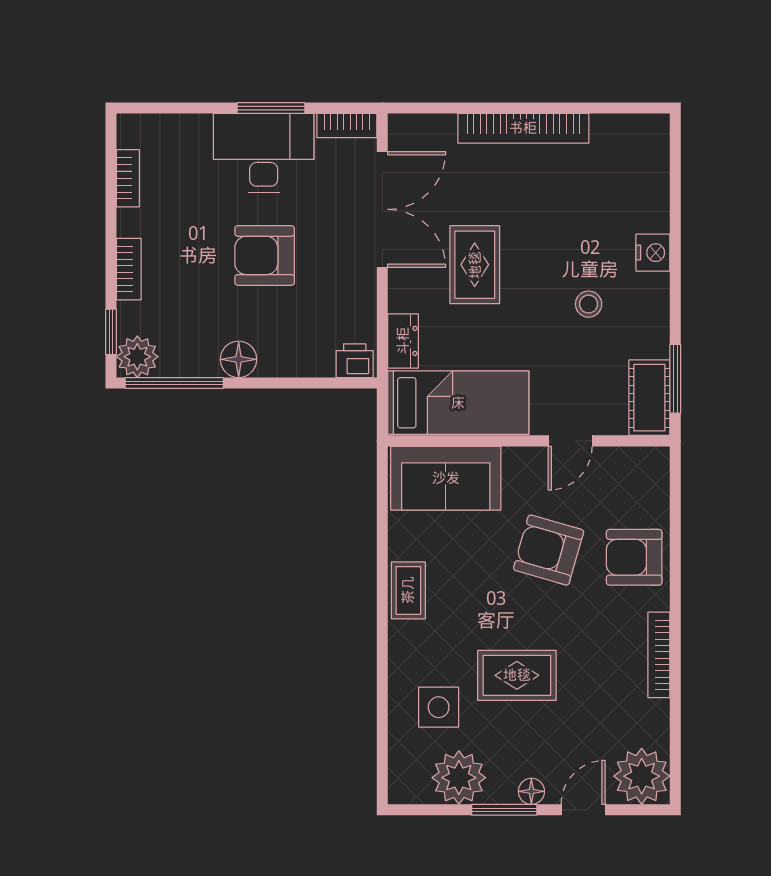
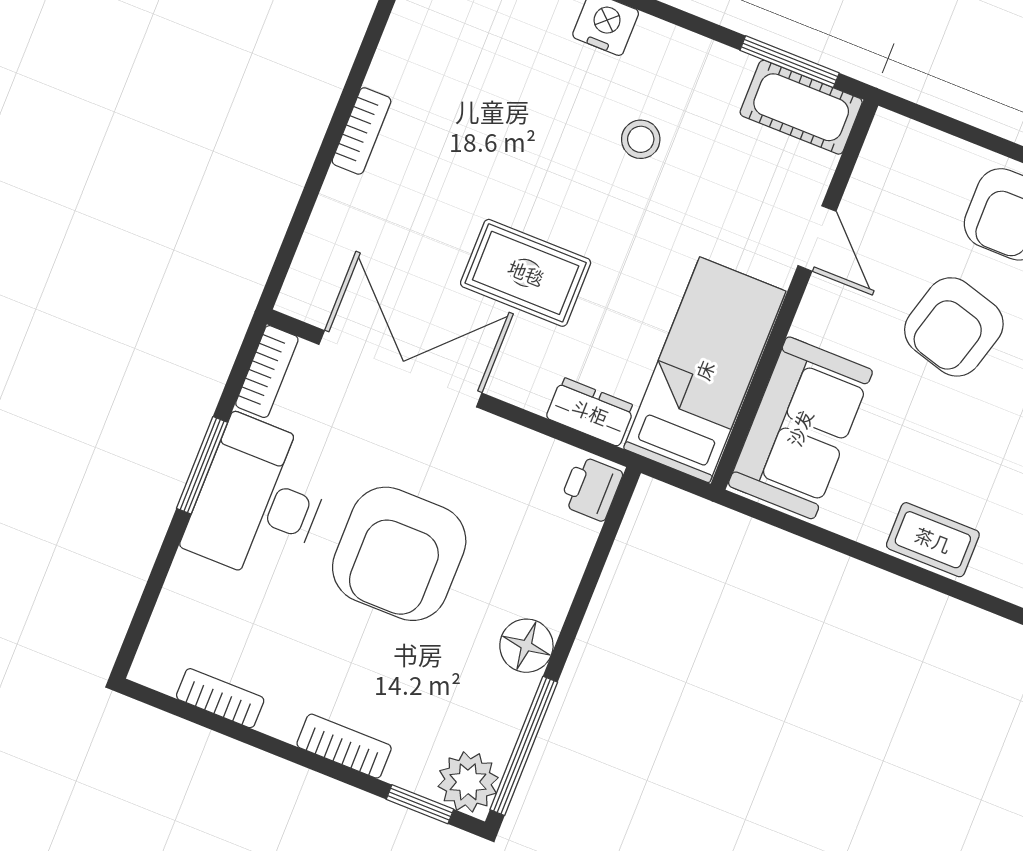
bookcase: (523, 128) -> (362, 131), width x0.43, depth x0.76
armchair: (265, 255) -> (399, 554), width x1.36, depth x1.36

